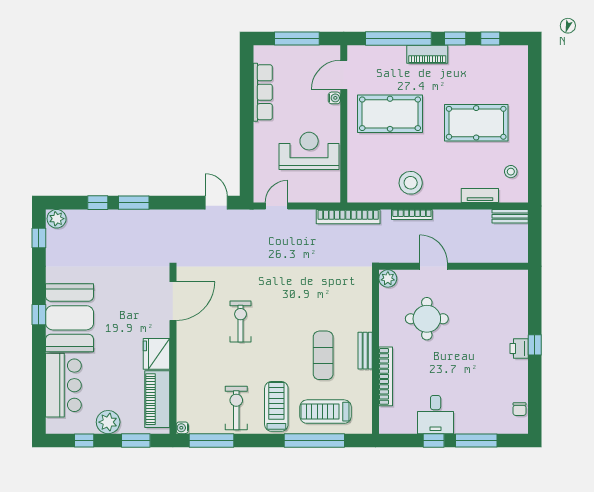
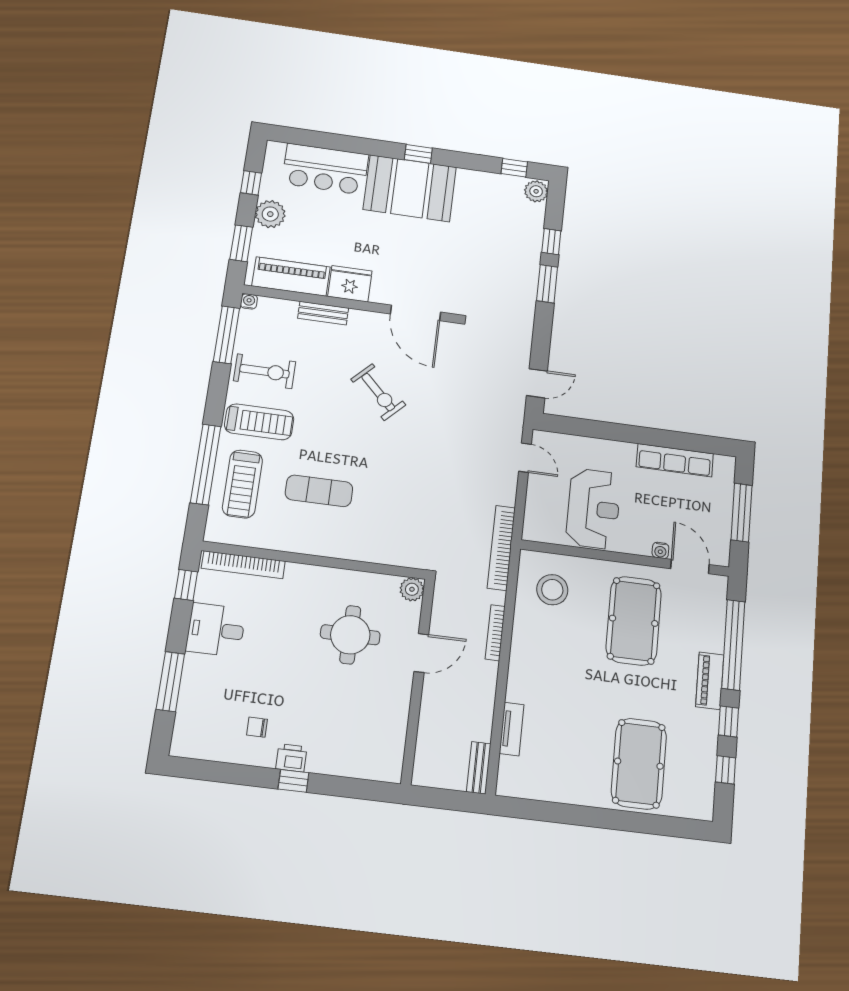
pool table: (476, 123) -> (639, 764), moved
stool: (511, 172) -> (541, 776), removed
stool: (411, 183) -> (552, 590), moved
exercise bike: (241, 322) -> (378, 392), turned 45
bench: (365, 351) -> (323, 313), moved
bookcase: (386, 376) -> (243, 565), moved
chair: (519, 409) -> (257, 727), moved
treadmill: (326, 412) -> (242, 484), turned 180
window: (434, 440) -> (186, 585), moved

